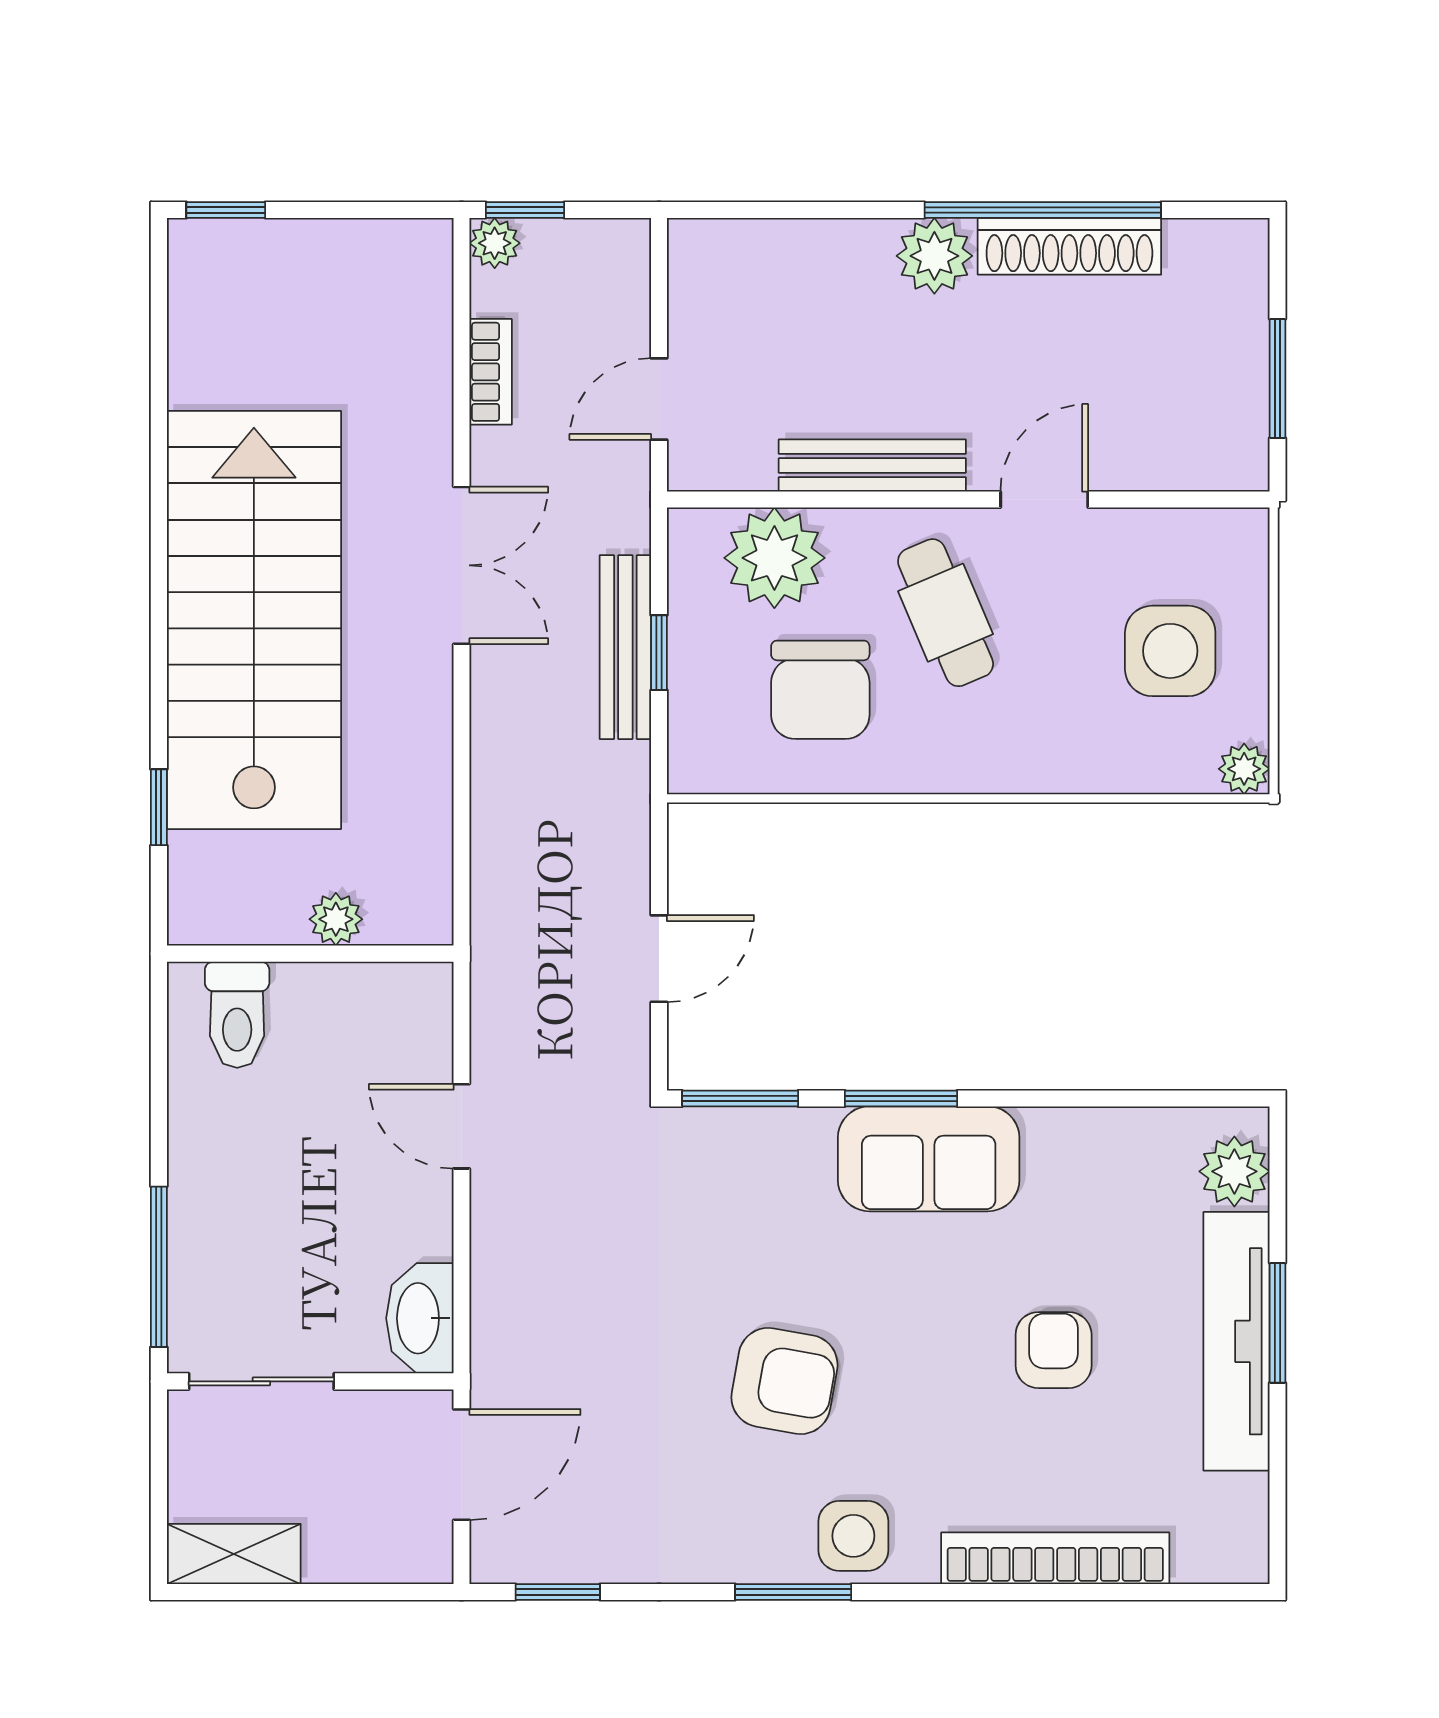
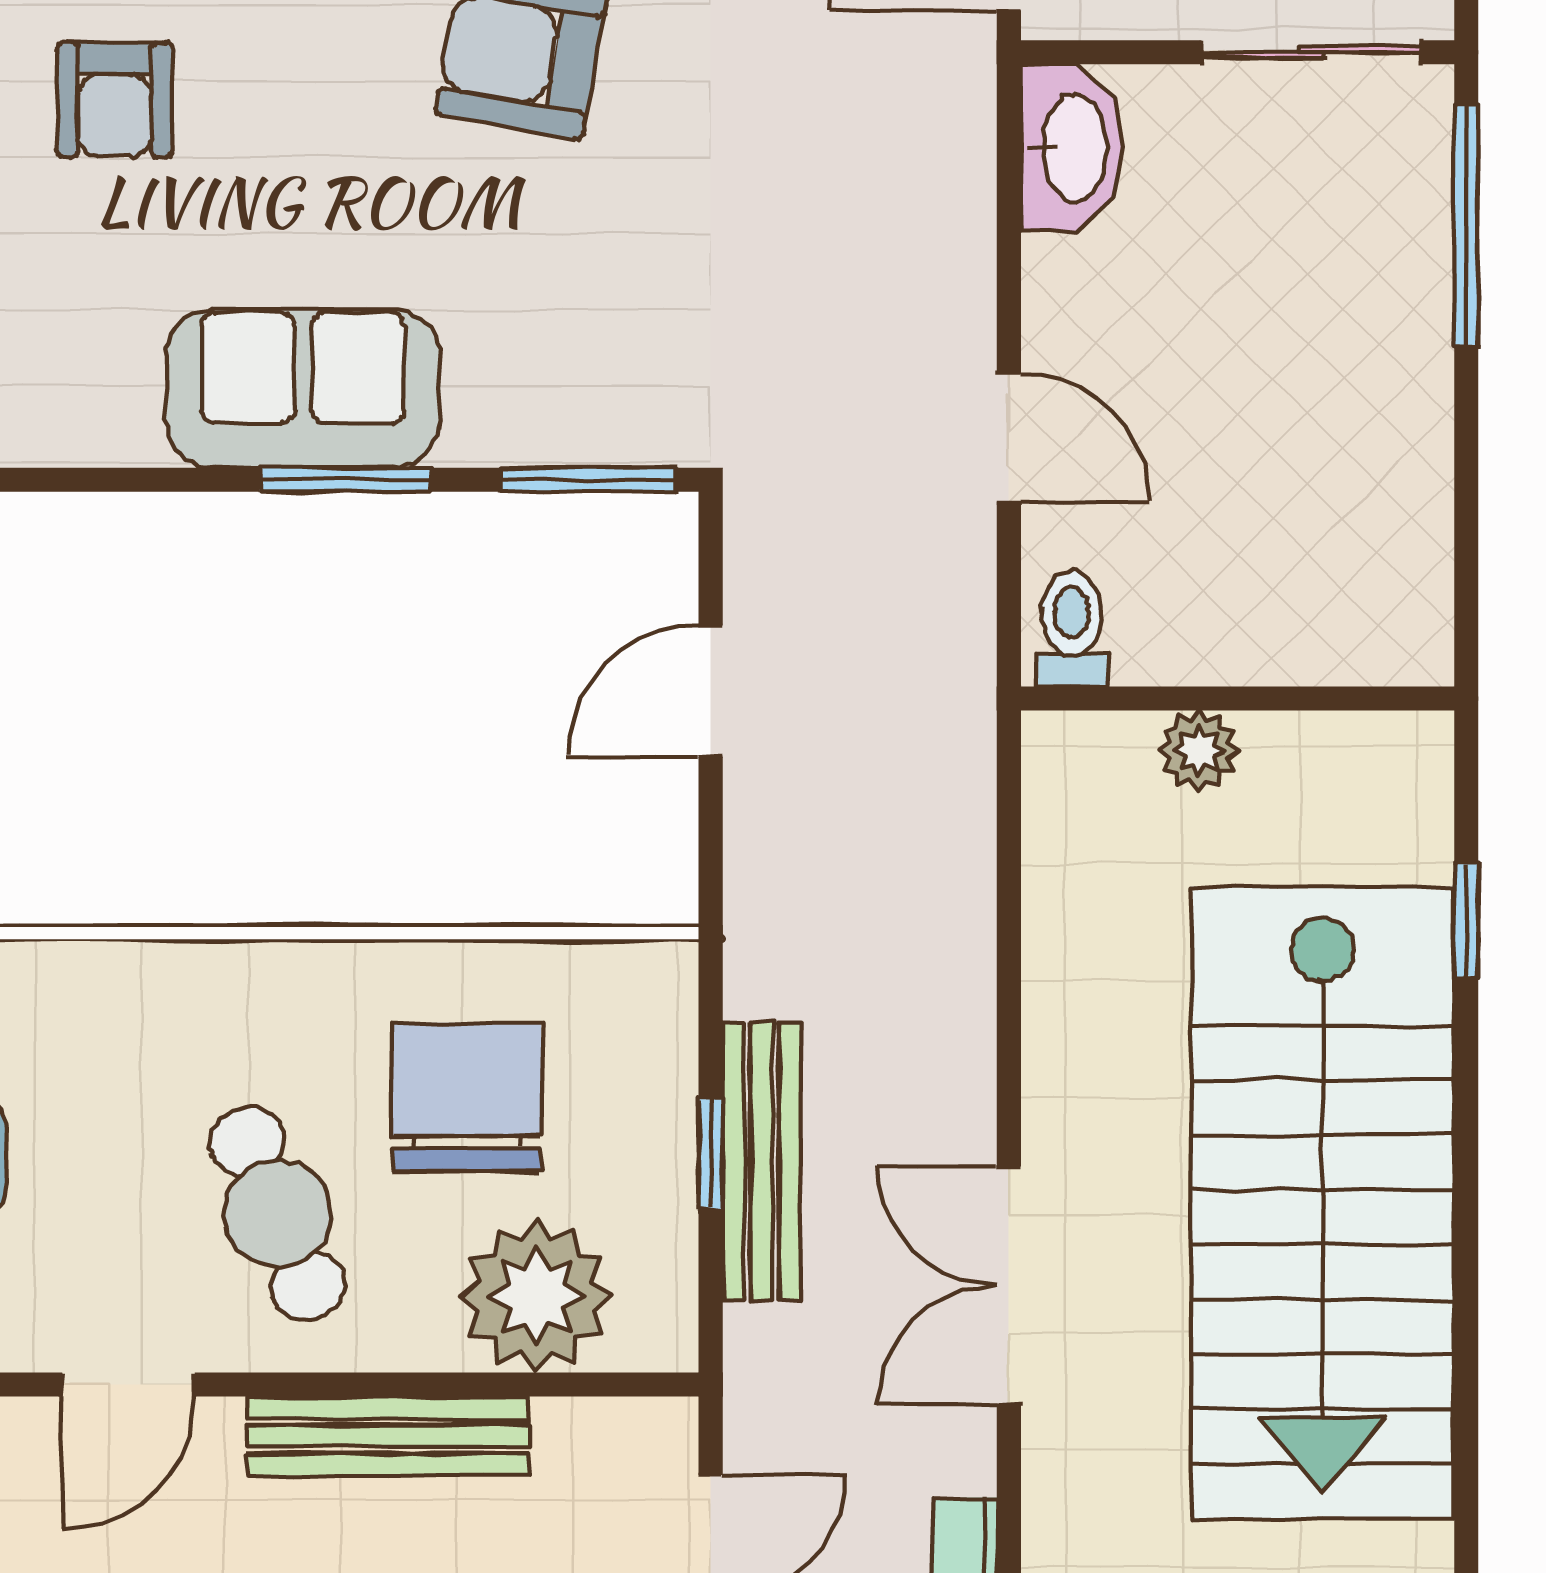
toilet: (237, 1015) -> (1072, 629), moved, width x0.73, depth x0.72

